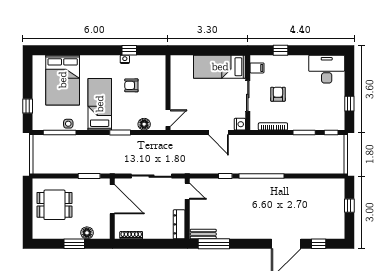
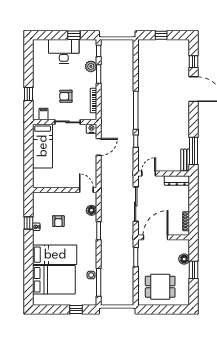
desk: (327, 69) -> (64, 51), moved, turned 90
bed: (100, 104) -> (55, 255), moved, turned 180
plant: (313, 123) -> (91, 66), added
dining table: (54, 205) -> (160, 287), turned 90

